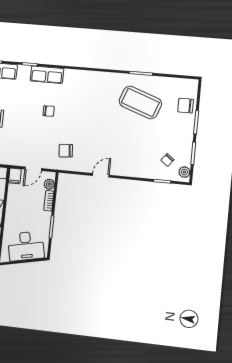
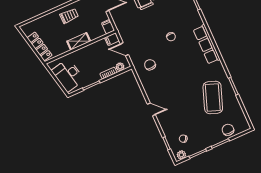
row of seats: (47, 75) -> (207, 44), moved, width x1.48
door: (101, 175) -> (151, 109), moved

